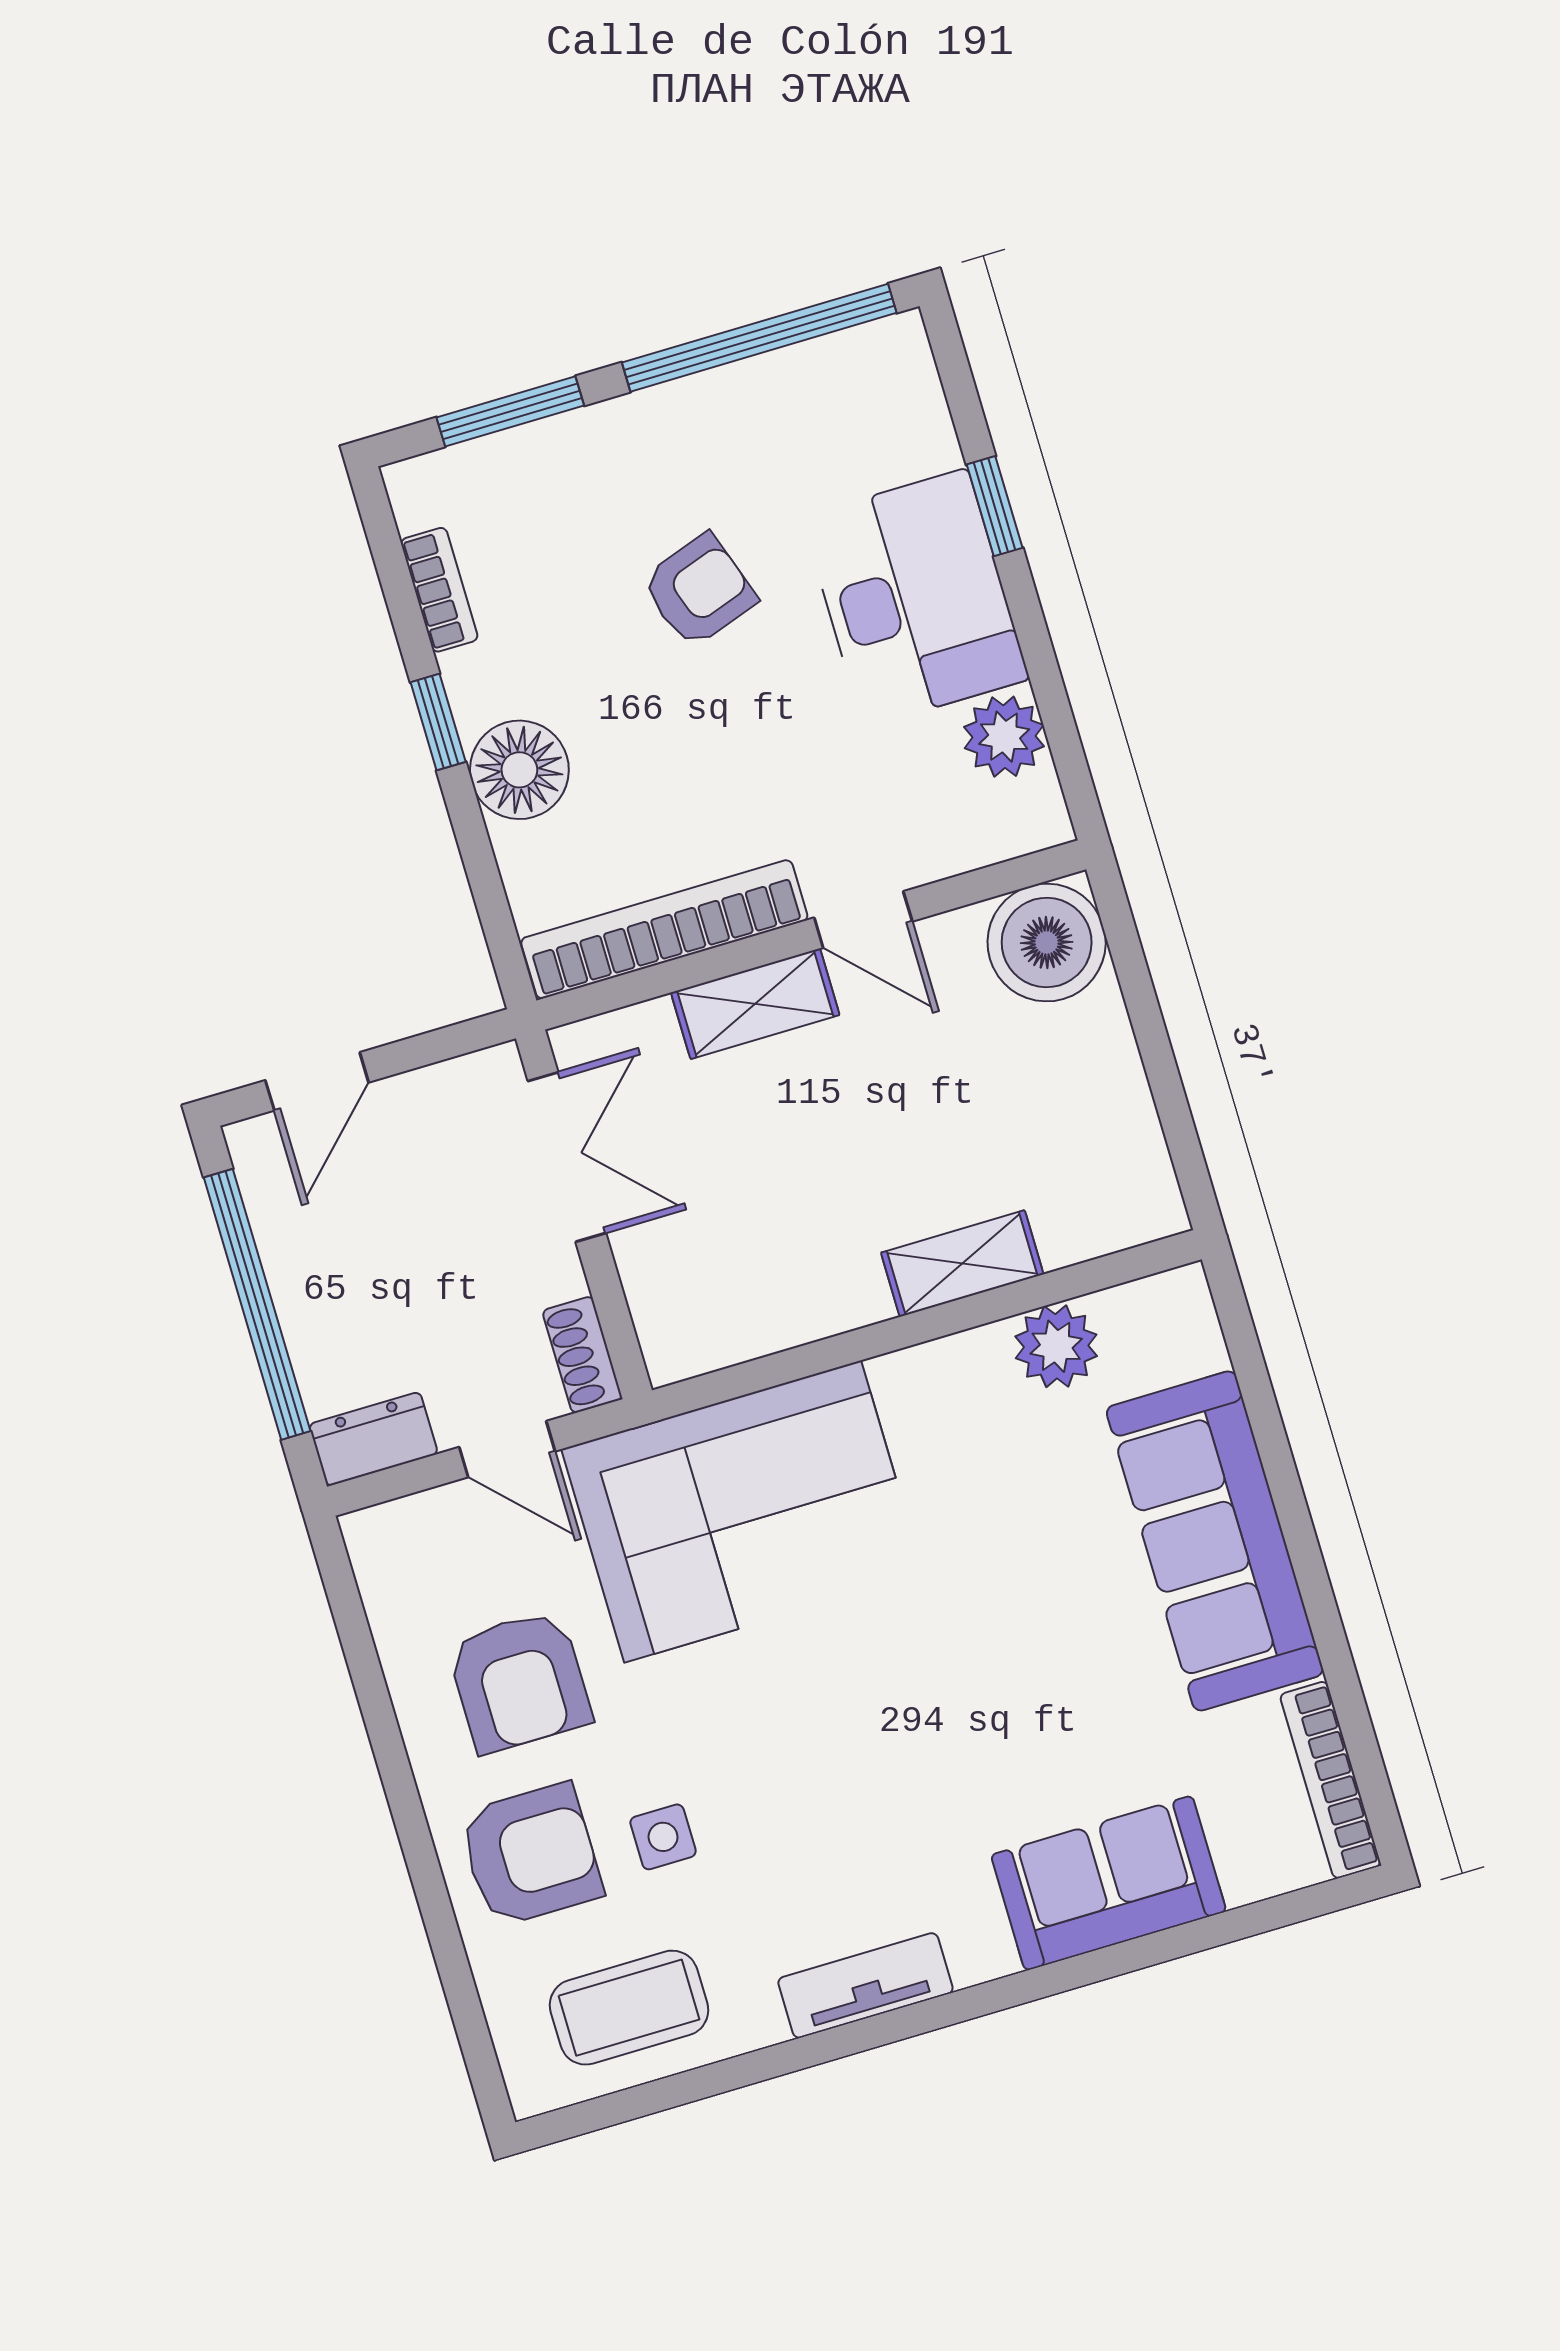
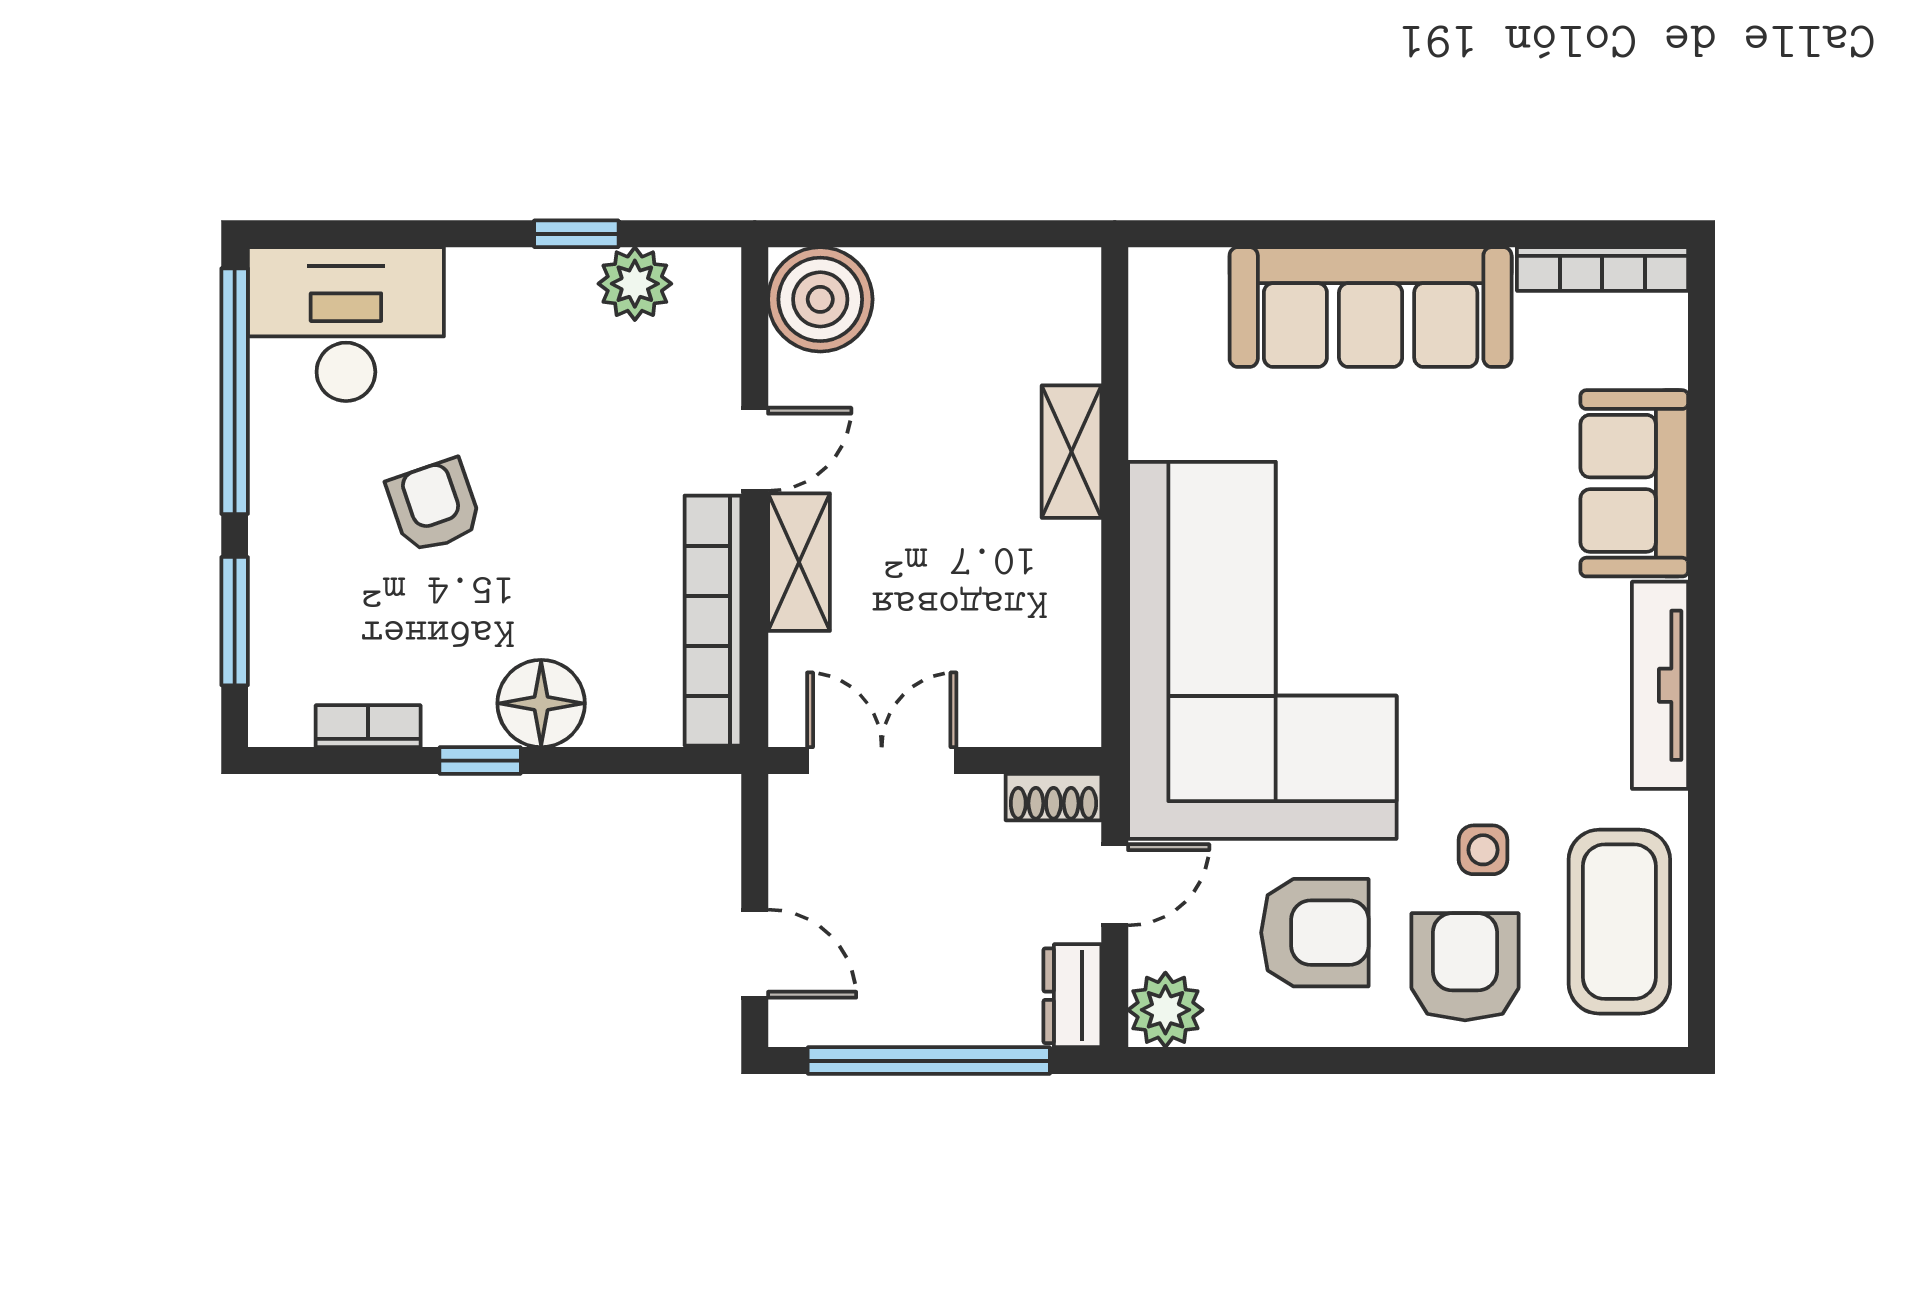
window: (995, 506) -> (576, 234), moved
desk: (915, 598) -> (346, 324), moved
plant: (1056, 1346) -> (1165, 1010), moved
corner sofa: (743, 1512) -> (1262, 650), width x1.36, depth x1.36
tv unit: (865, 1985) -> (1660, 685), width x1.41
coffee table: (629, 2008) -> (1619, 922), width x1.36, depth x1.32

